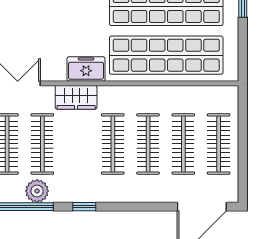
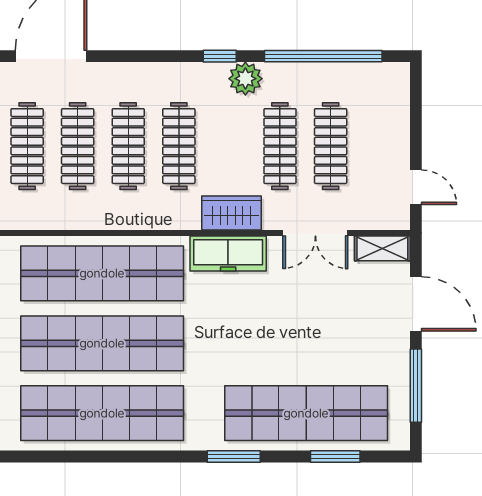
freezer: (86, 69) -> (228, 254), width x1.40
plant: (37, 191) -> (245, 79), moved

